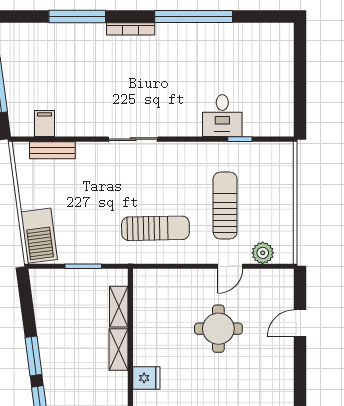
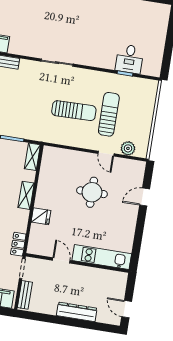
desk: (222, 116) -> (129, 59), moved
sun lounger: (155, 228) -> (74, 111), moved
door: (230, 266) -> (106, 154), hinge flipped
shelving: (119, 307) -> (32, 157), moved

